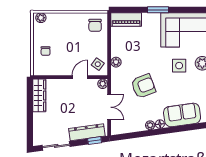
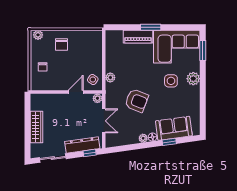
piano: (126, 20) -> (138, 37), moved
chair: (95, 25) -> (61, 45), moved
armchair: (143, 86) -> (137, 101), turned 42
wardrobe: (39, 95) -> (37, 127), moved
window: (177, 129) -> (169, 142), added

